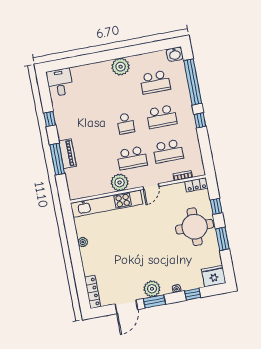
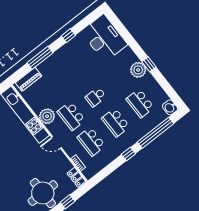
window: (121, 53) -> (149, 64), added
desk: (60, 82) -> (104, 38), width x1.87, depth x1.30
piano: (67, 154) -> (28, 79), moved

